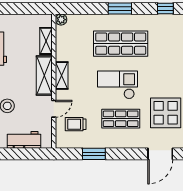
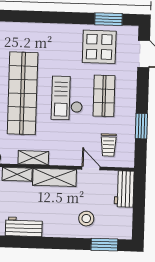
shop shelf: (121, 44) -> (23, 93), width x1.40
shelving: (62, 76) -> (33, 158), moved
workbench: (24, 140) -> (124, 189), moved

